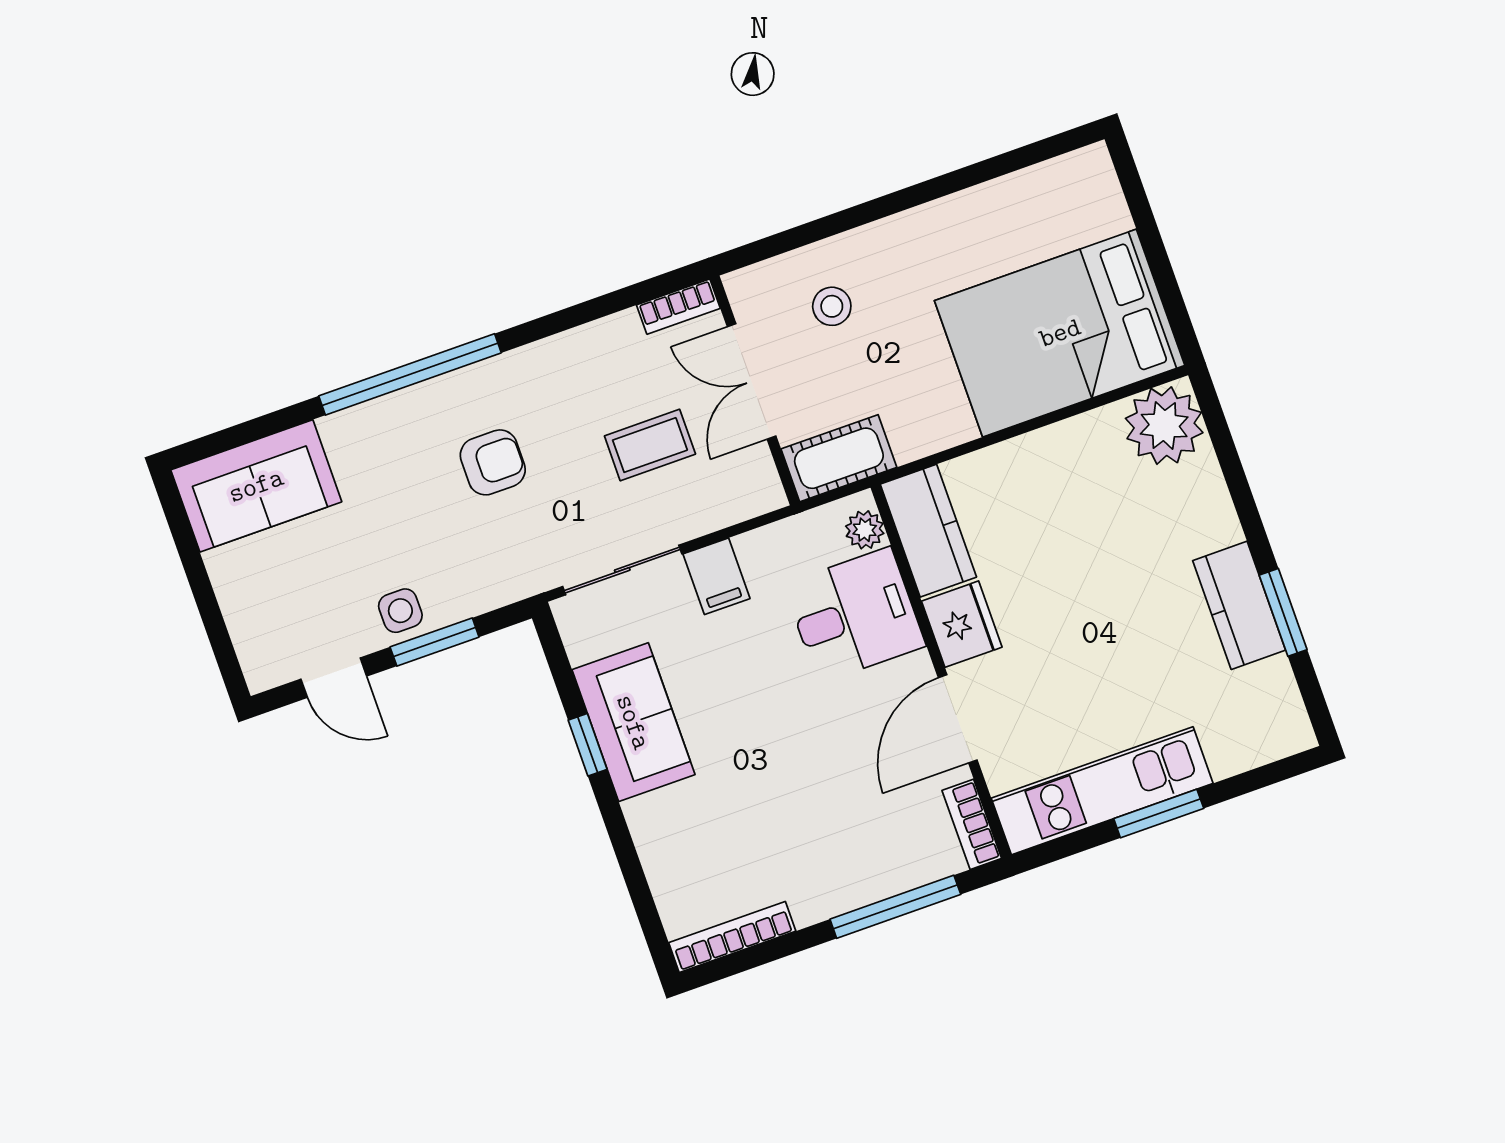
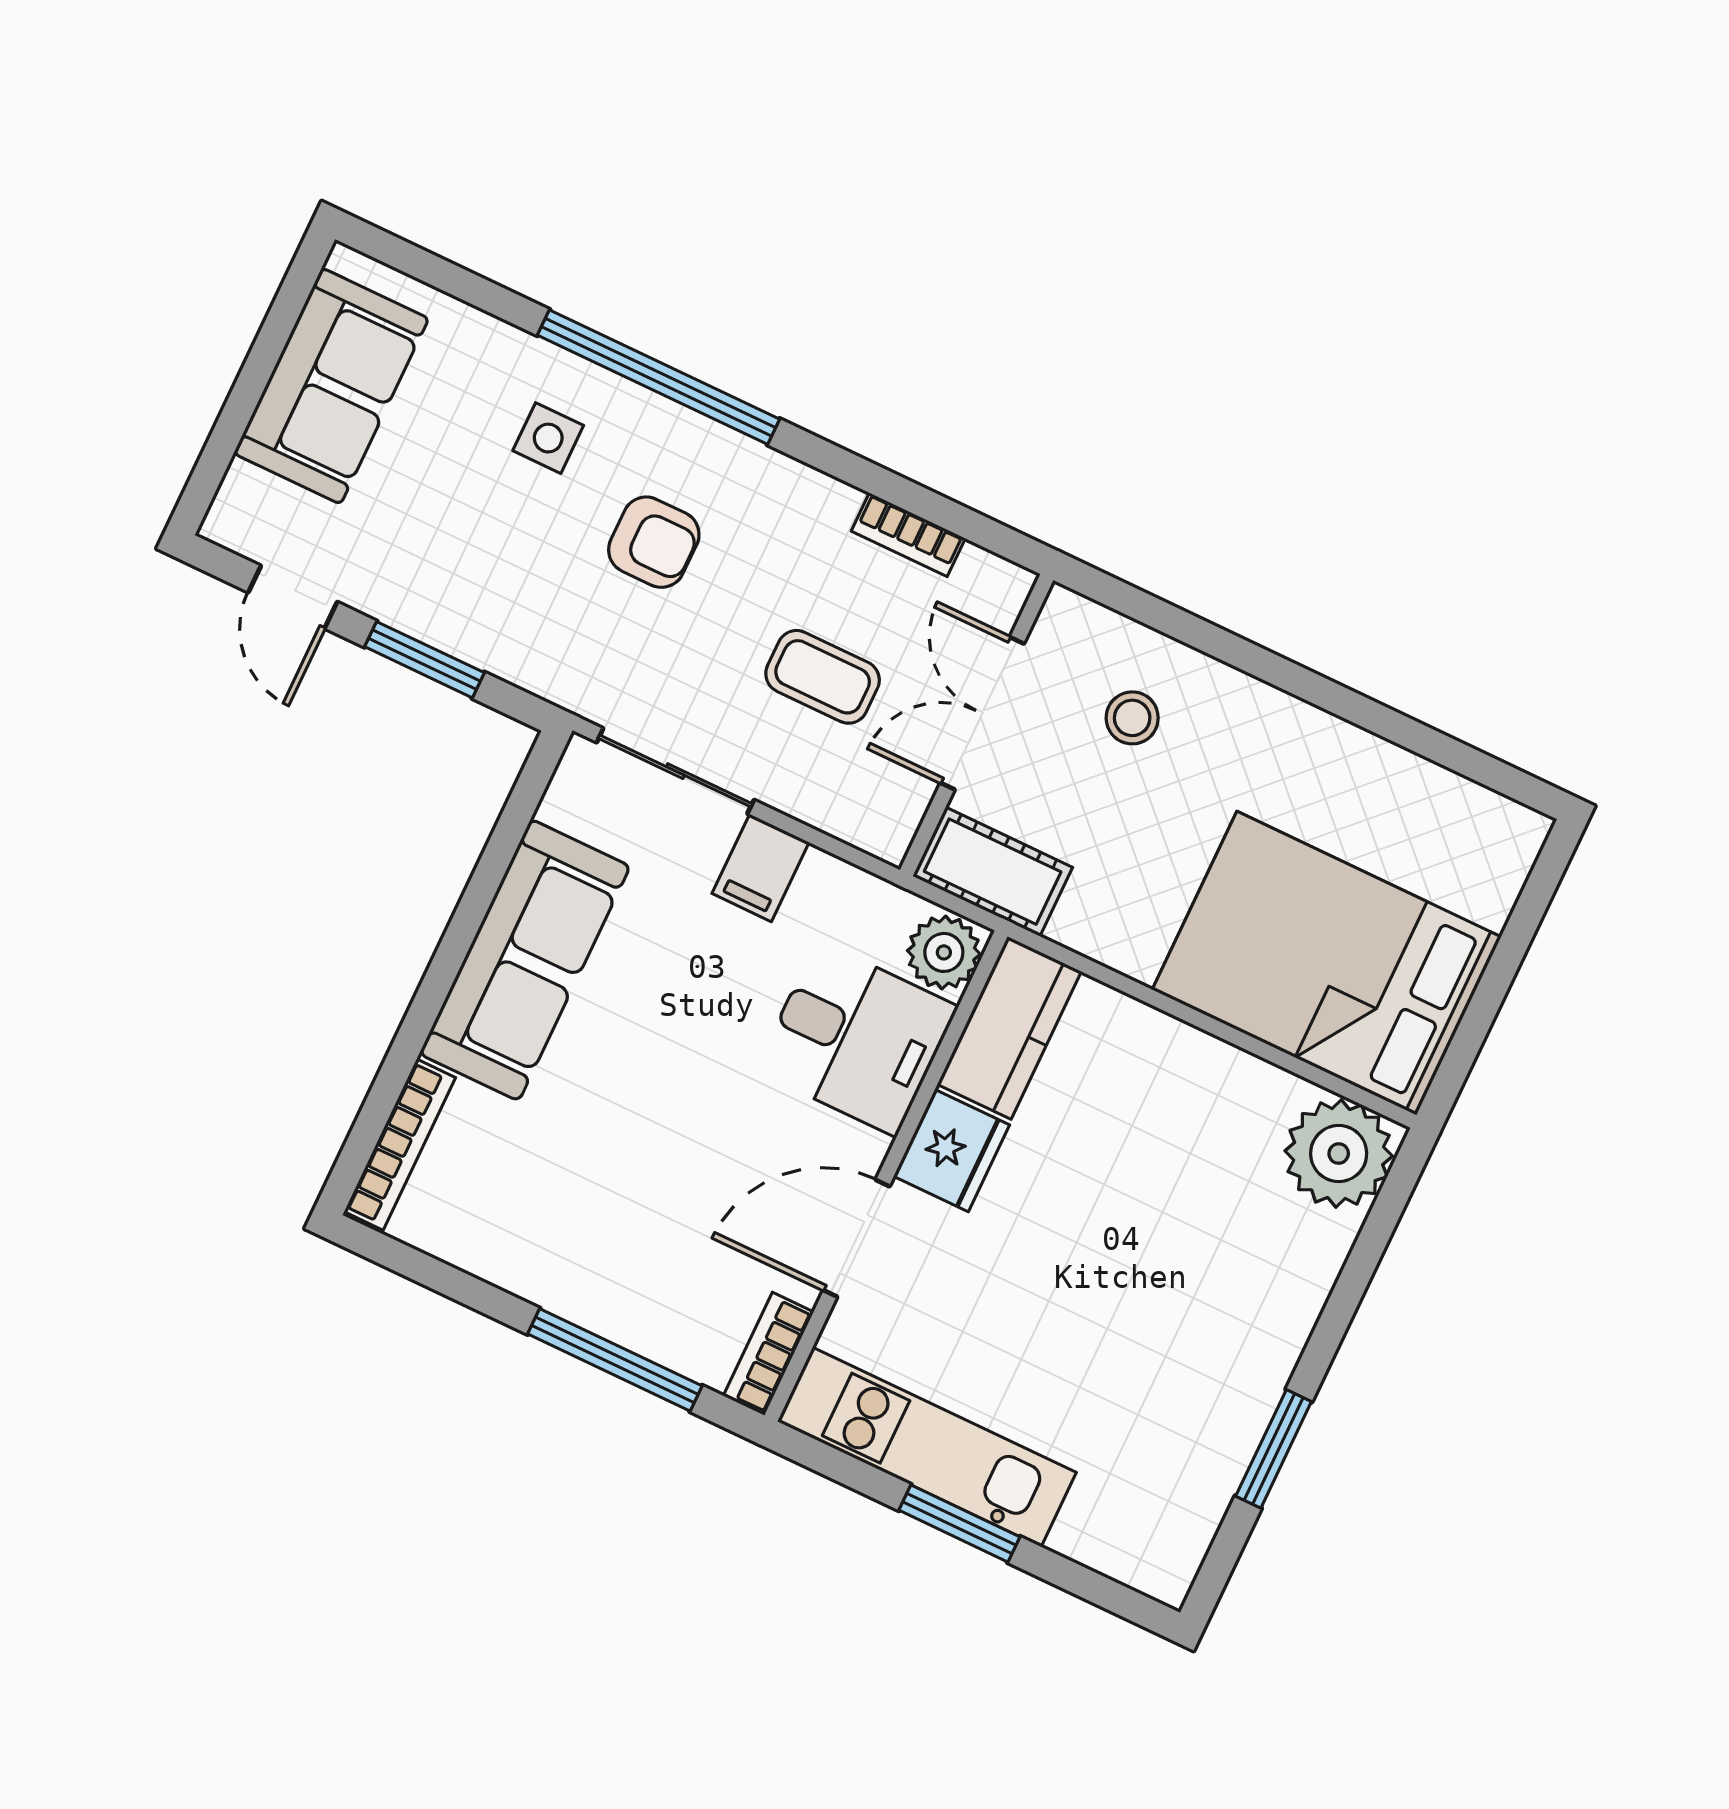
bookcase: (678, 307) -> (908, 535), moved
sofa: (256, 486) -> (331, 386), moved, turned -90
plant: (865, 530) -> (944, 952), width x1.38, depth x1.38
kitchen counter: (1239, 605) -> (1238, 1400), removed
side table: (400, 611) -> (548, 438), moved
sofa: (633, 722) -> (525, 960), width x1.36
window: (588, 745) -> (474, 907), removed
bookcase: (732, 937) -> (400, 1145), moved, turned 90

